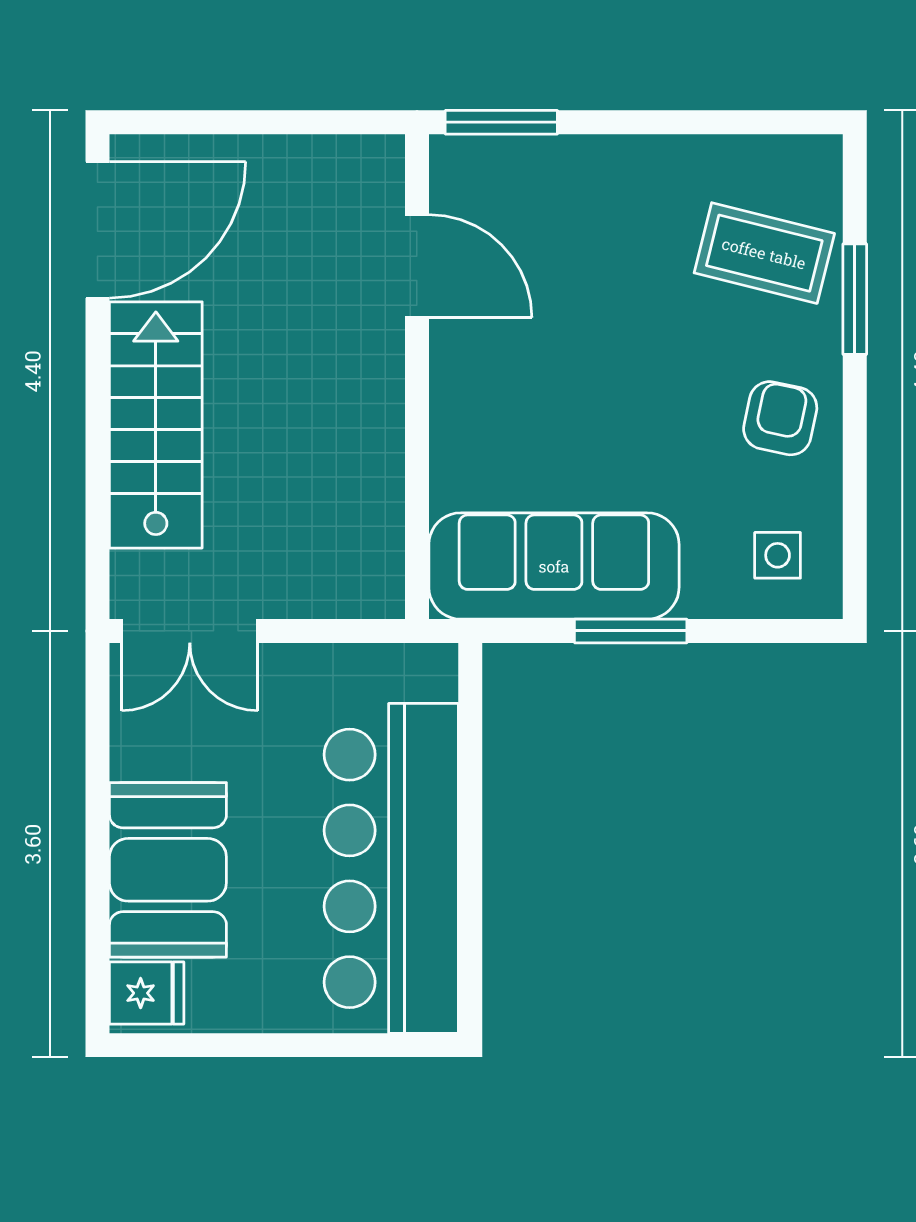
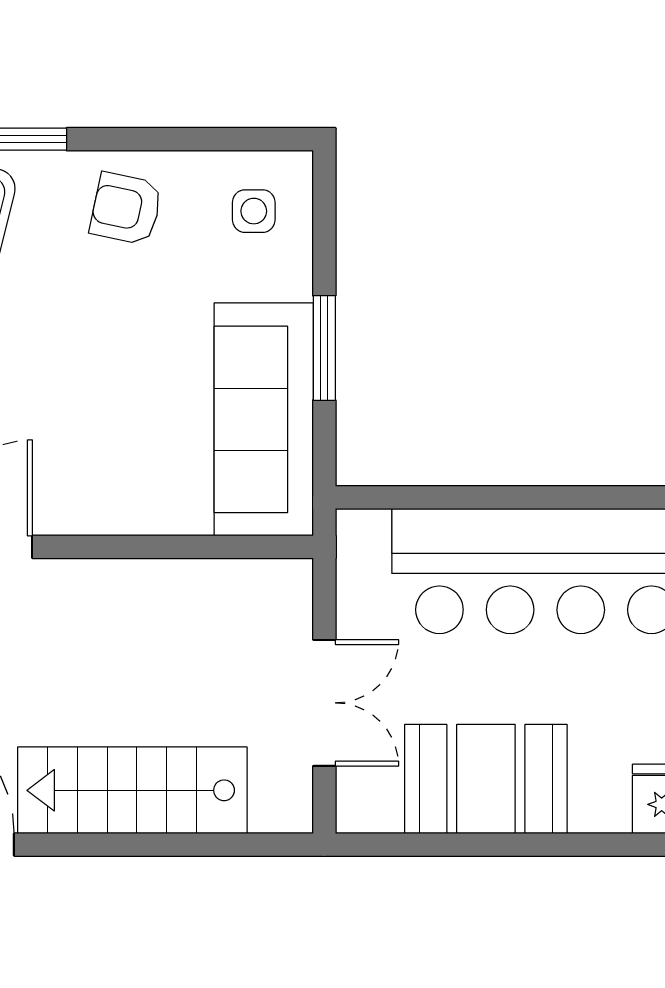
double door: (190, 631) -> (324, 703), moved
booth: (168, 870) -> (486, 779), moved

